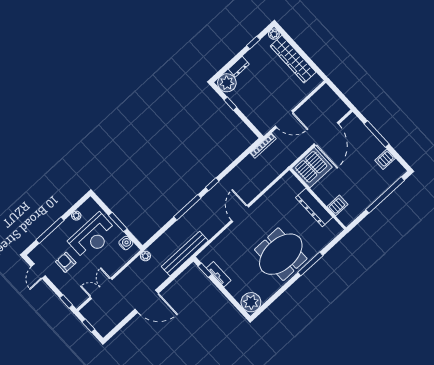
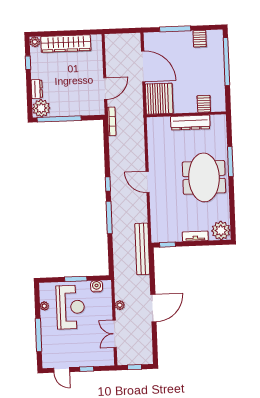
window: (230, 104) -> (59, 119), width x3.17
plant: (145, 256) -> (120, 305), moved
armchair: (66, 262) -> (73, 344), removed
tv unit: (219, 274) -> (195, 236), moved
window: (66, 301) -> (87, 369), moved

